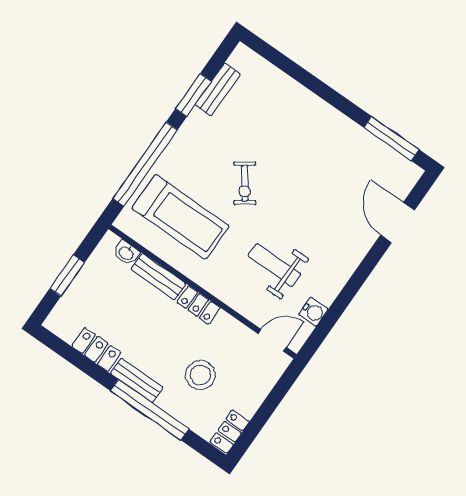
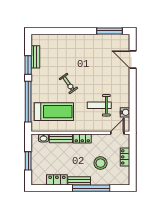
locker: (230, 432) -> (125, 157), moved

